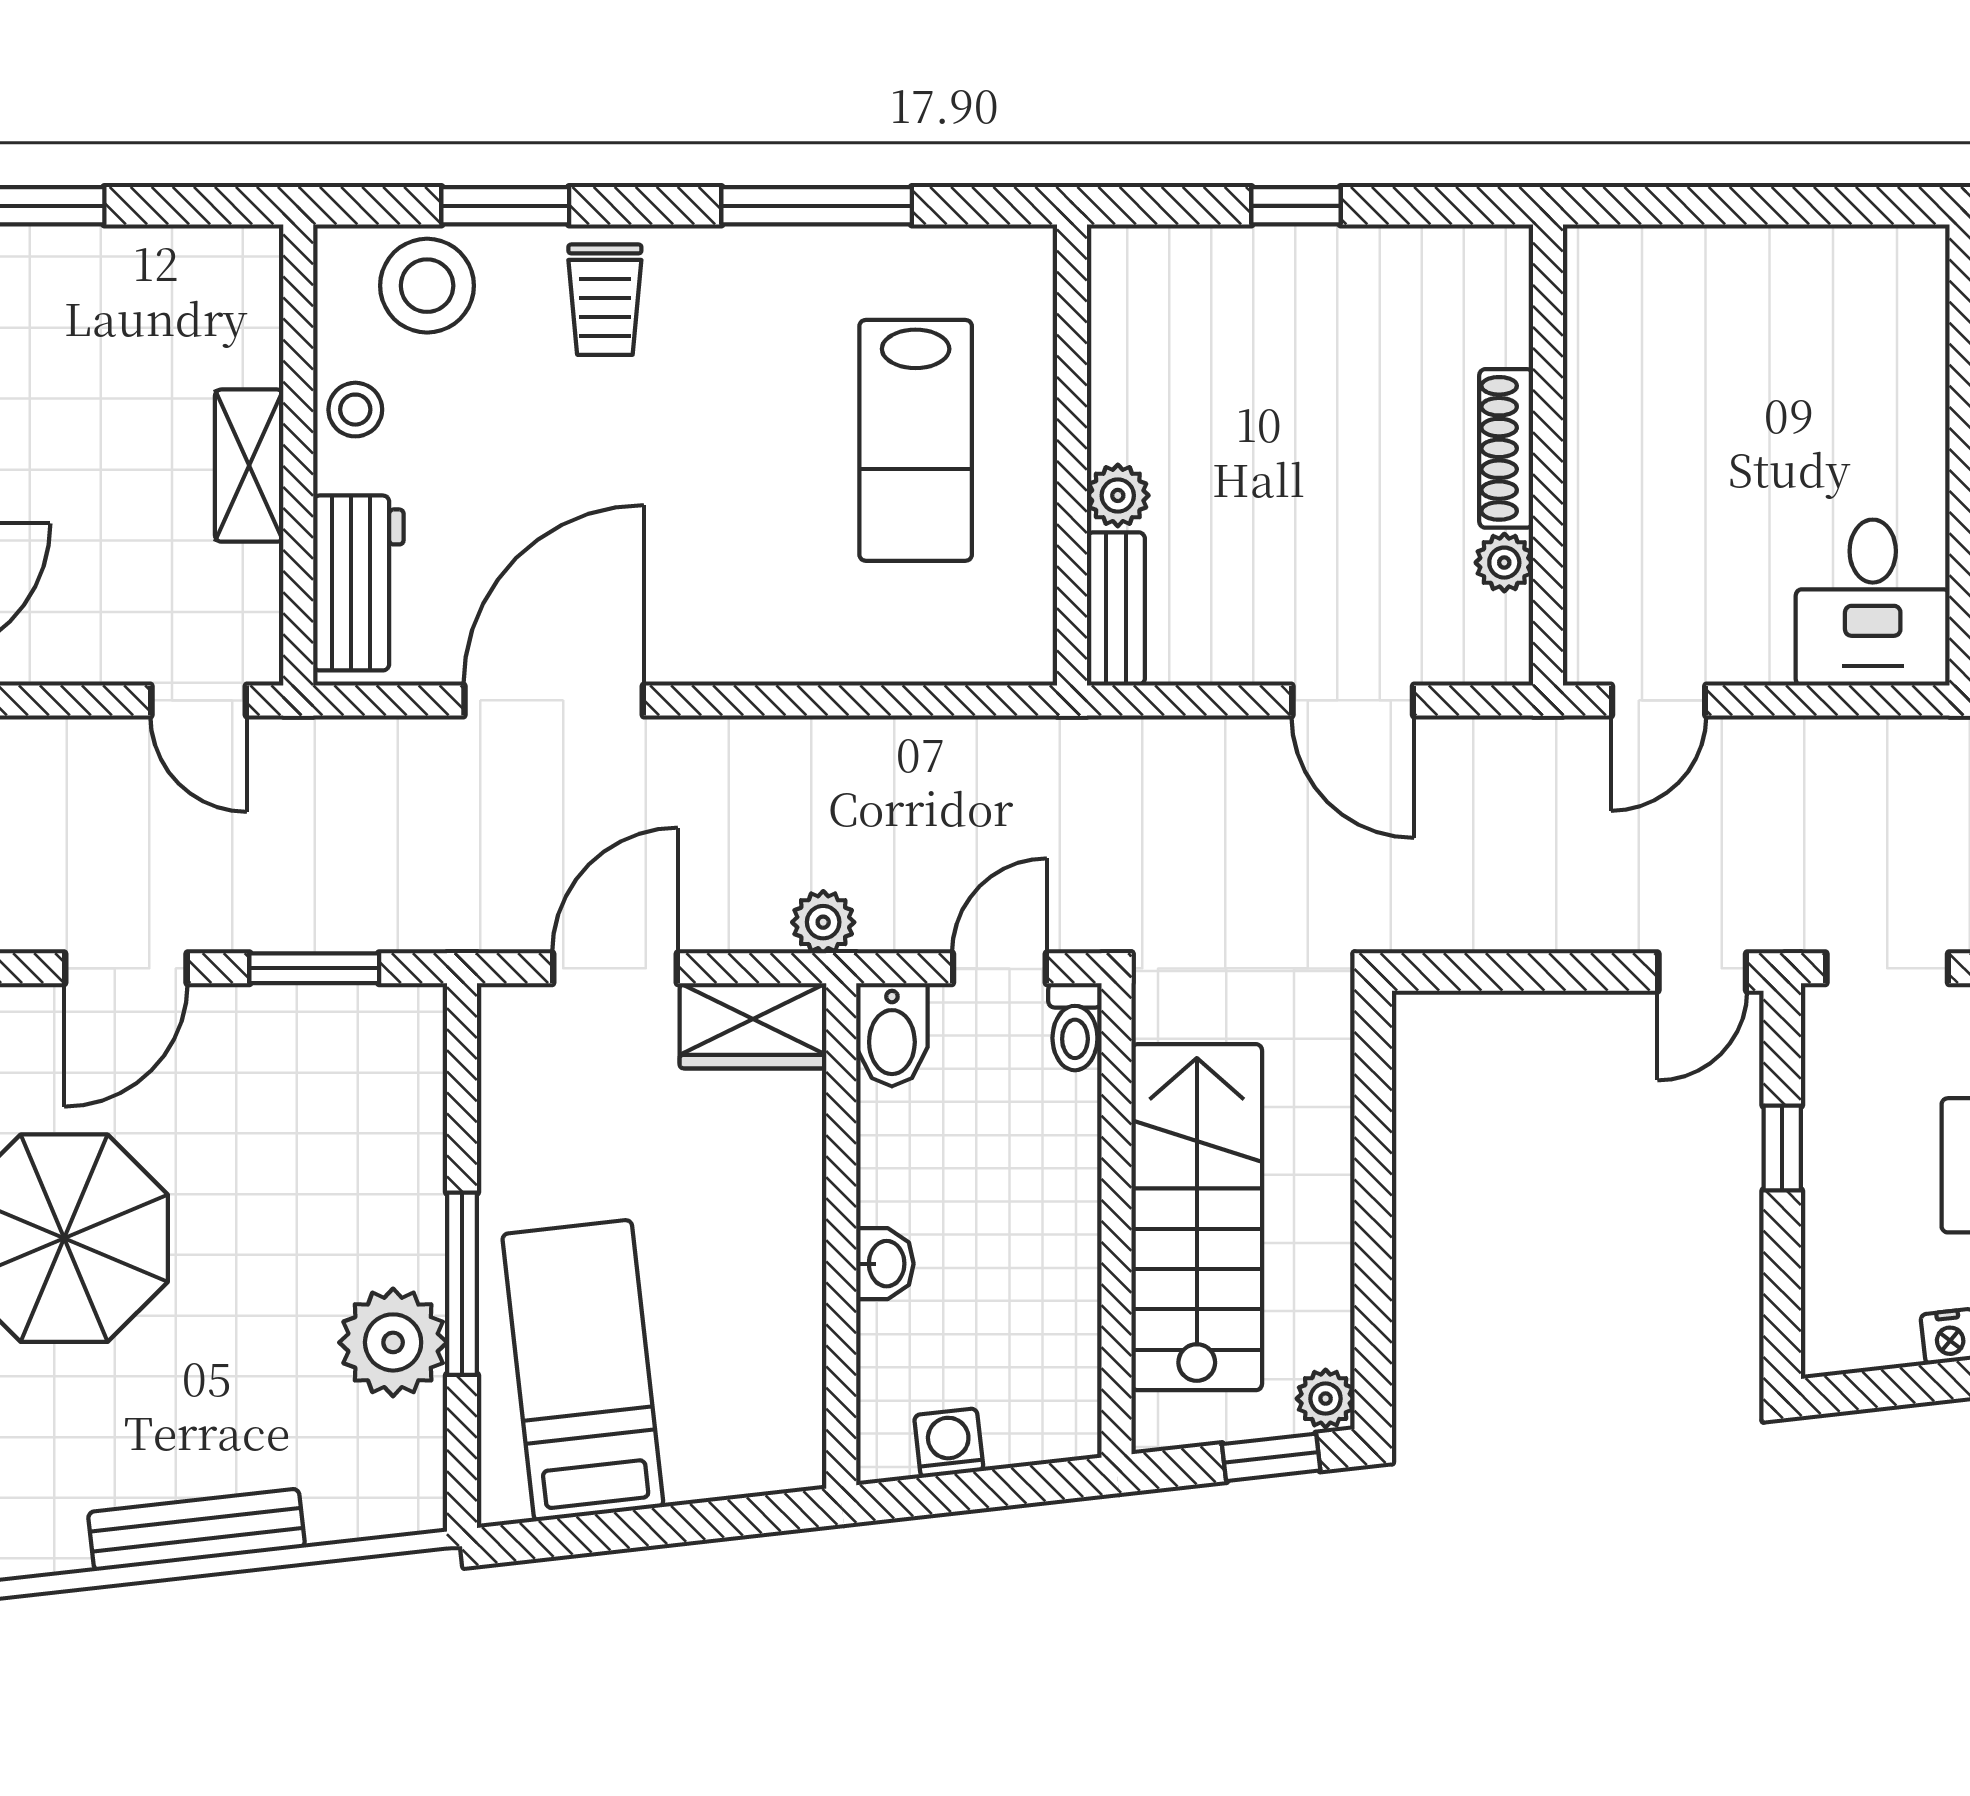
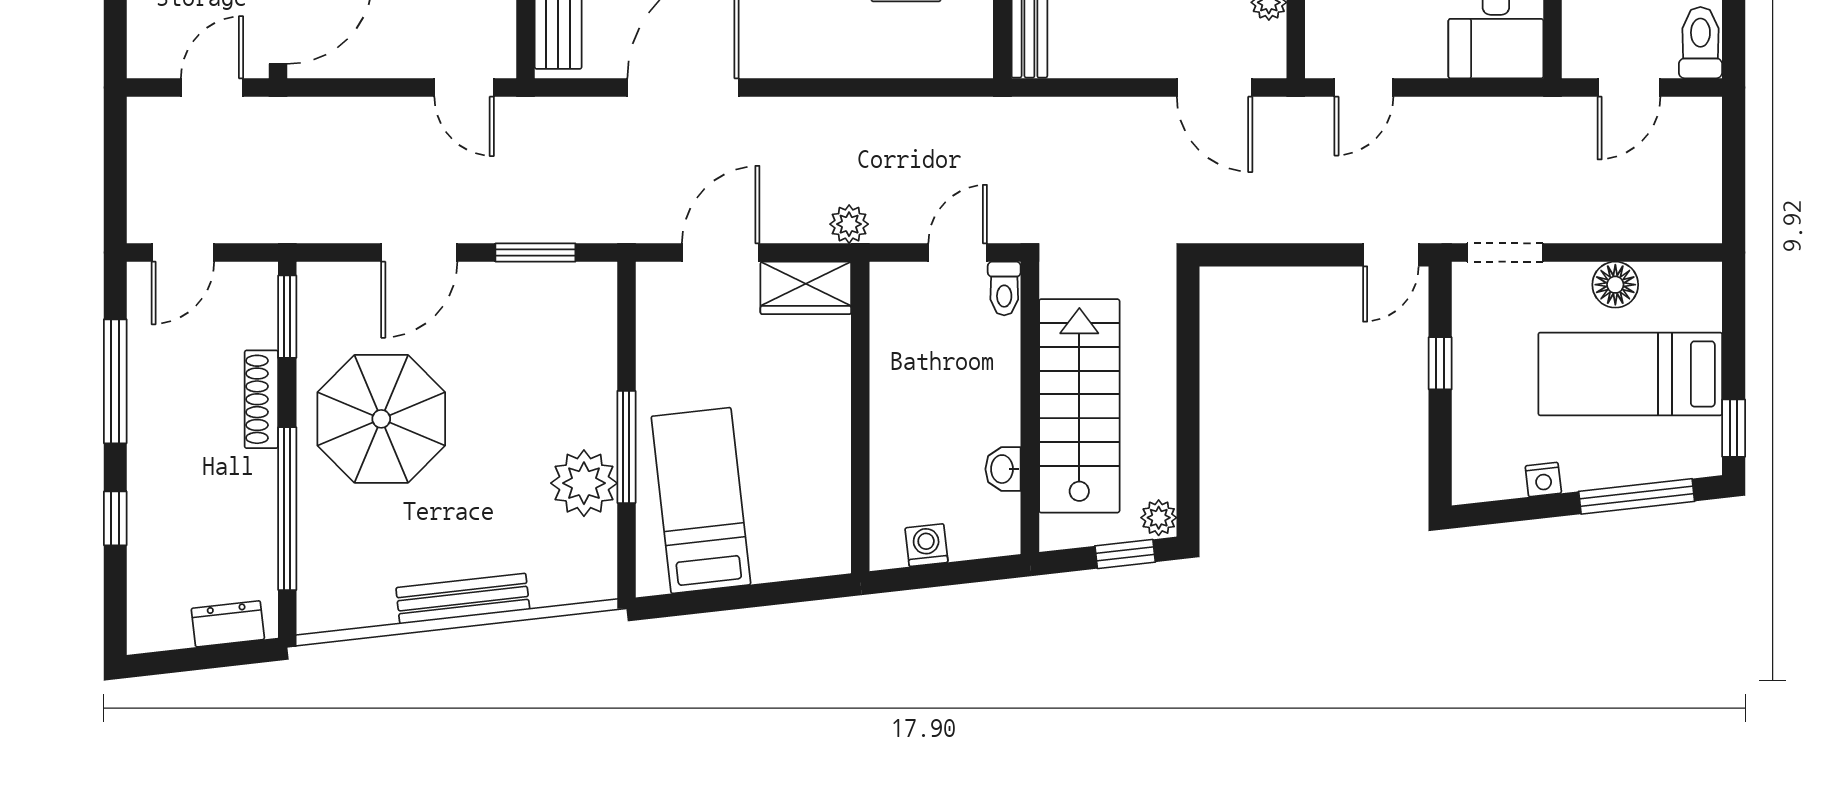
door: (1353, 700) -> (1215, 87), moved
bidet: (892, 1035) -> (891, 294), removed
washbasin: (885, 1264) -> (1003, 469), moved, turned 180

